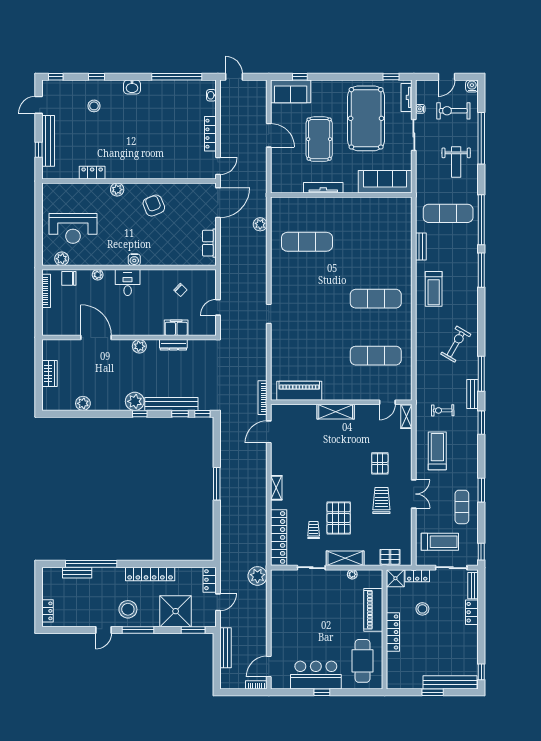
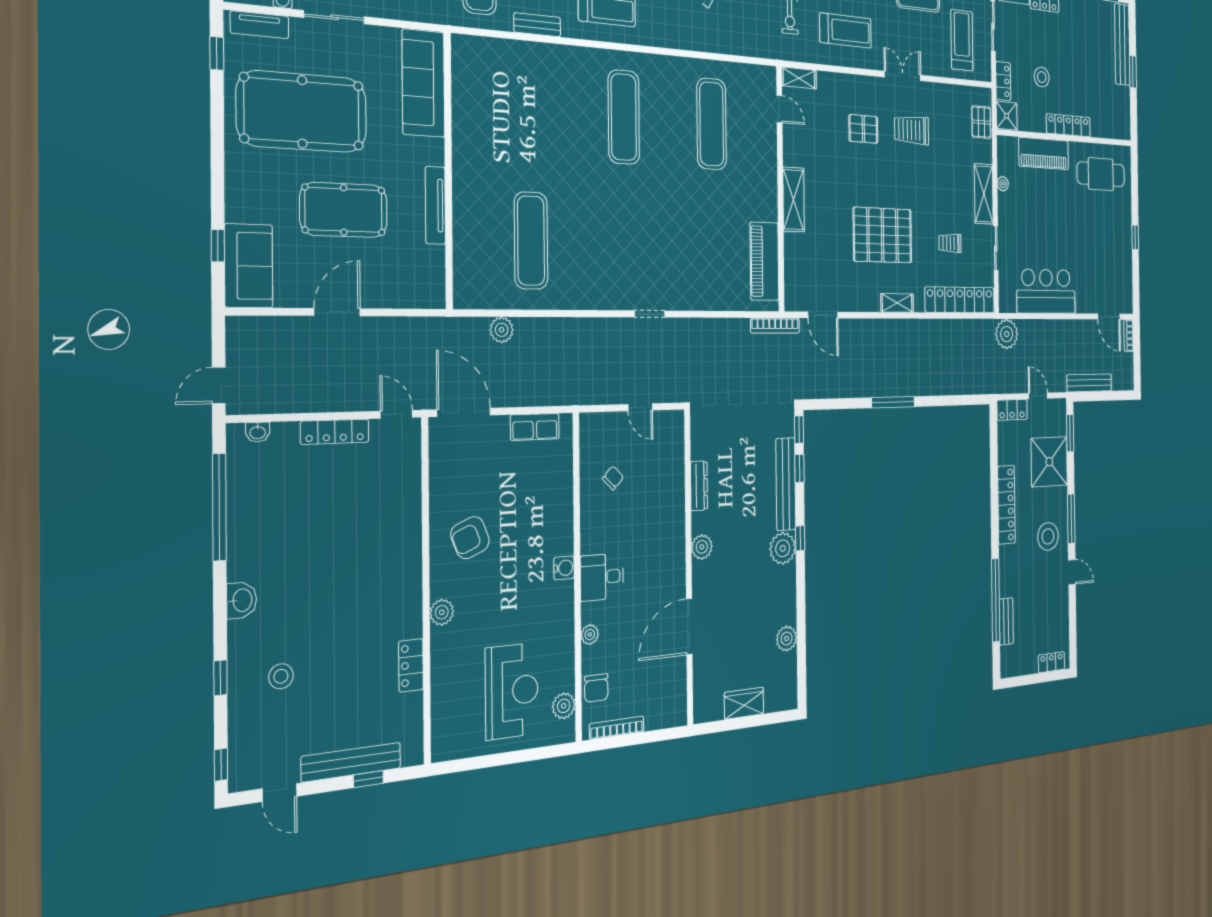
filing cabinet: (176, 328) -> (673, 482), removed
treadmill: (437, 451) -> (846, 31), turned 180
pallet: (339, 518) -> (883, 235), moved, width x1.37, depth x1.41
bar counter: (316, 675) -> (1046, 291), moved, turned 90

